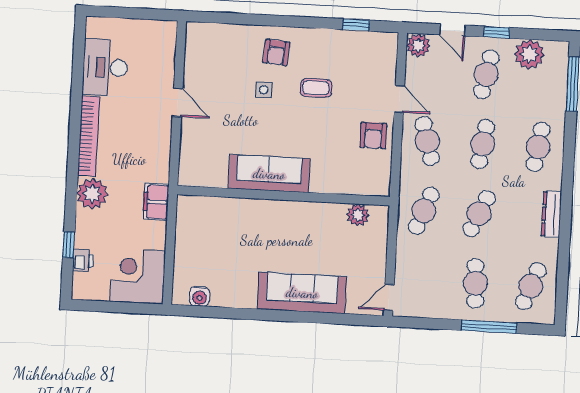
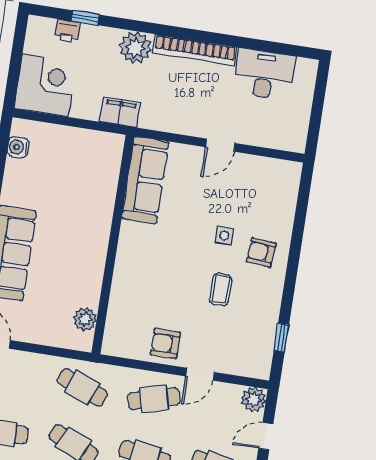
sofa: (269, 174) -> (145, 180), moved

